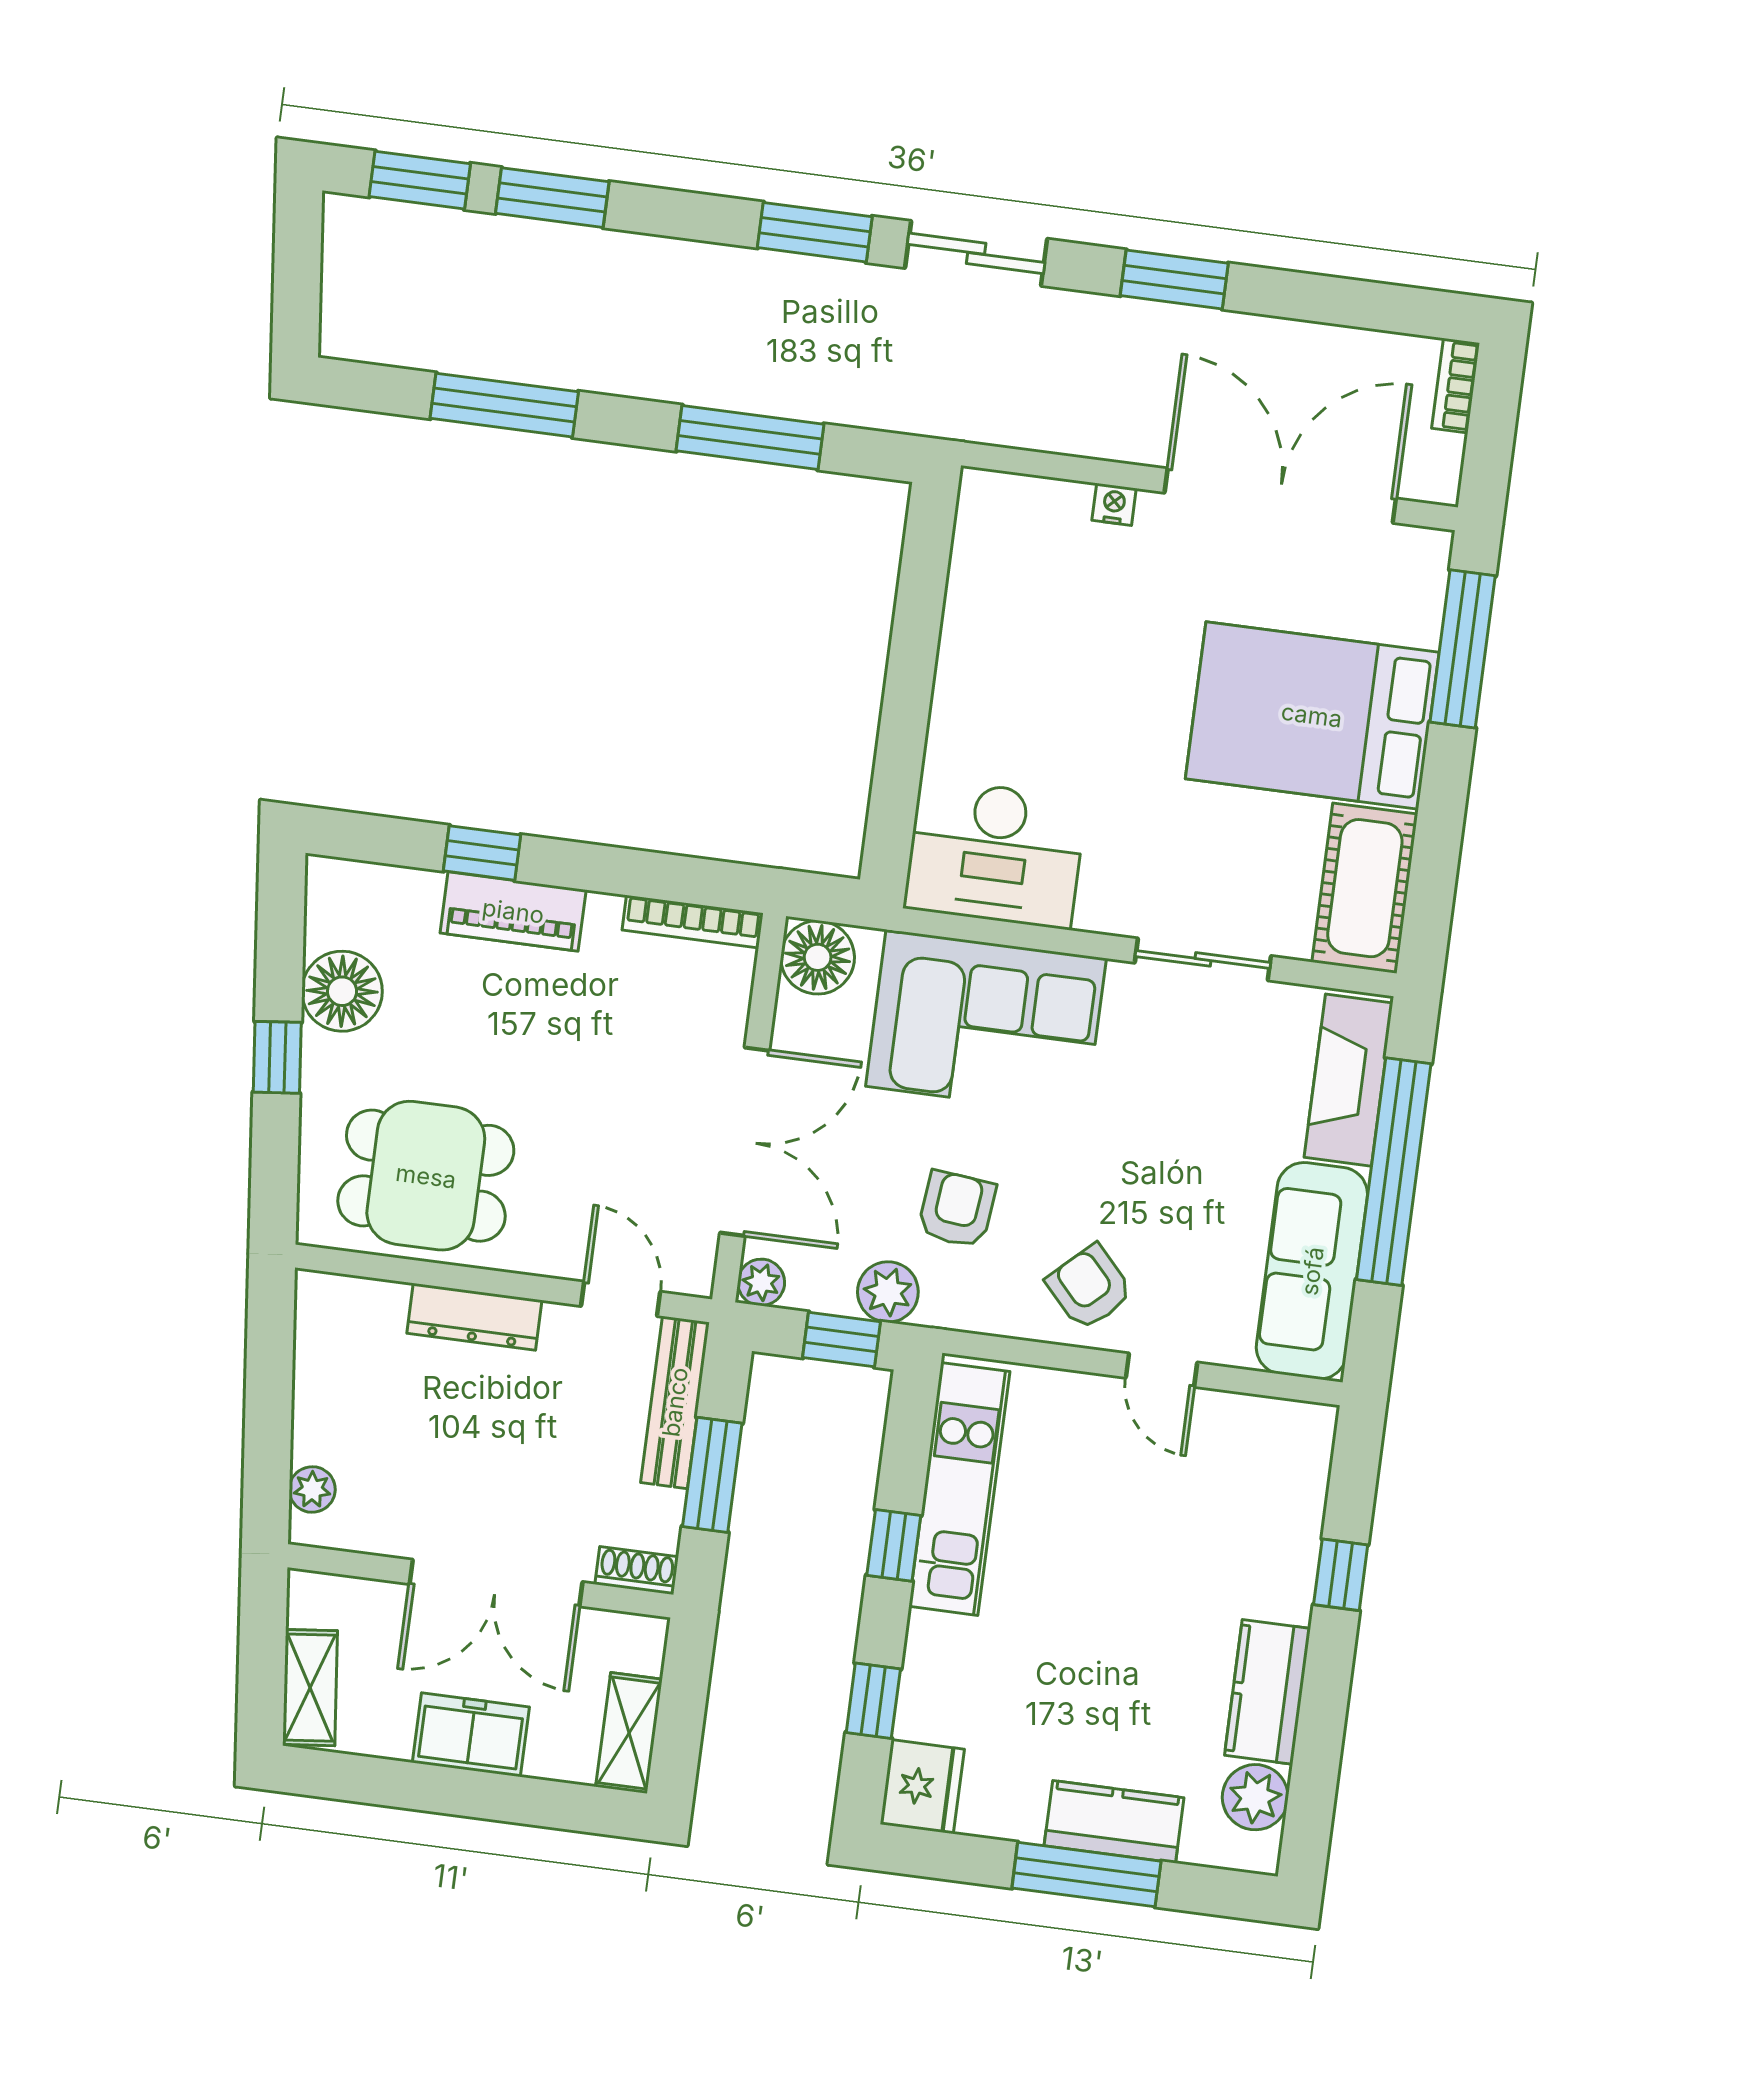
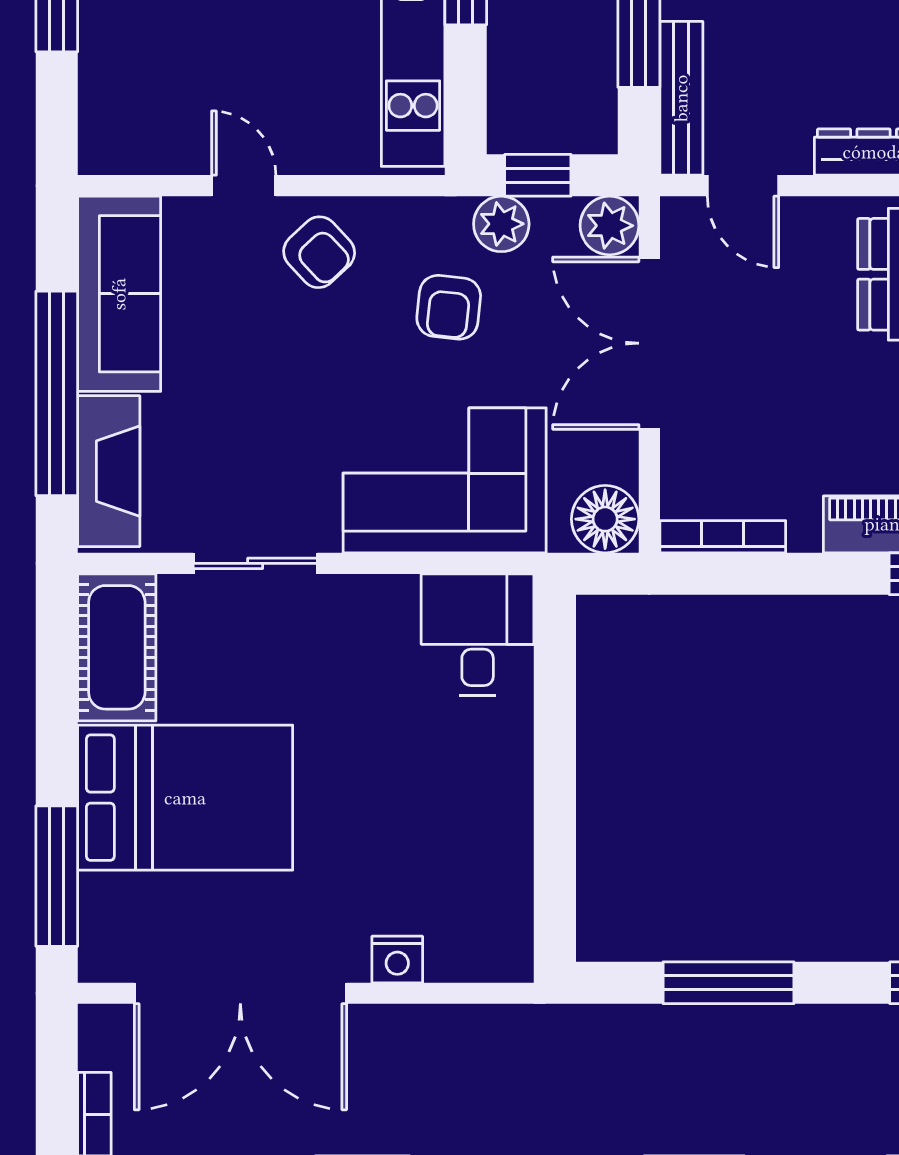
nightstand: (1114, 504) -> (397, 960), width x1.39, depth x1.35
desk: (995, 853) -> (478, 635), width x0.73
plant: (761, 1282) -> (609, 226), width x1.38, depth x1.38

